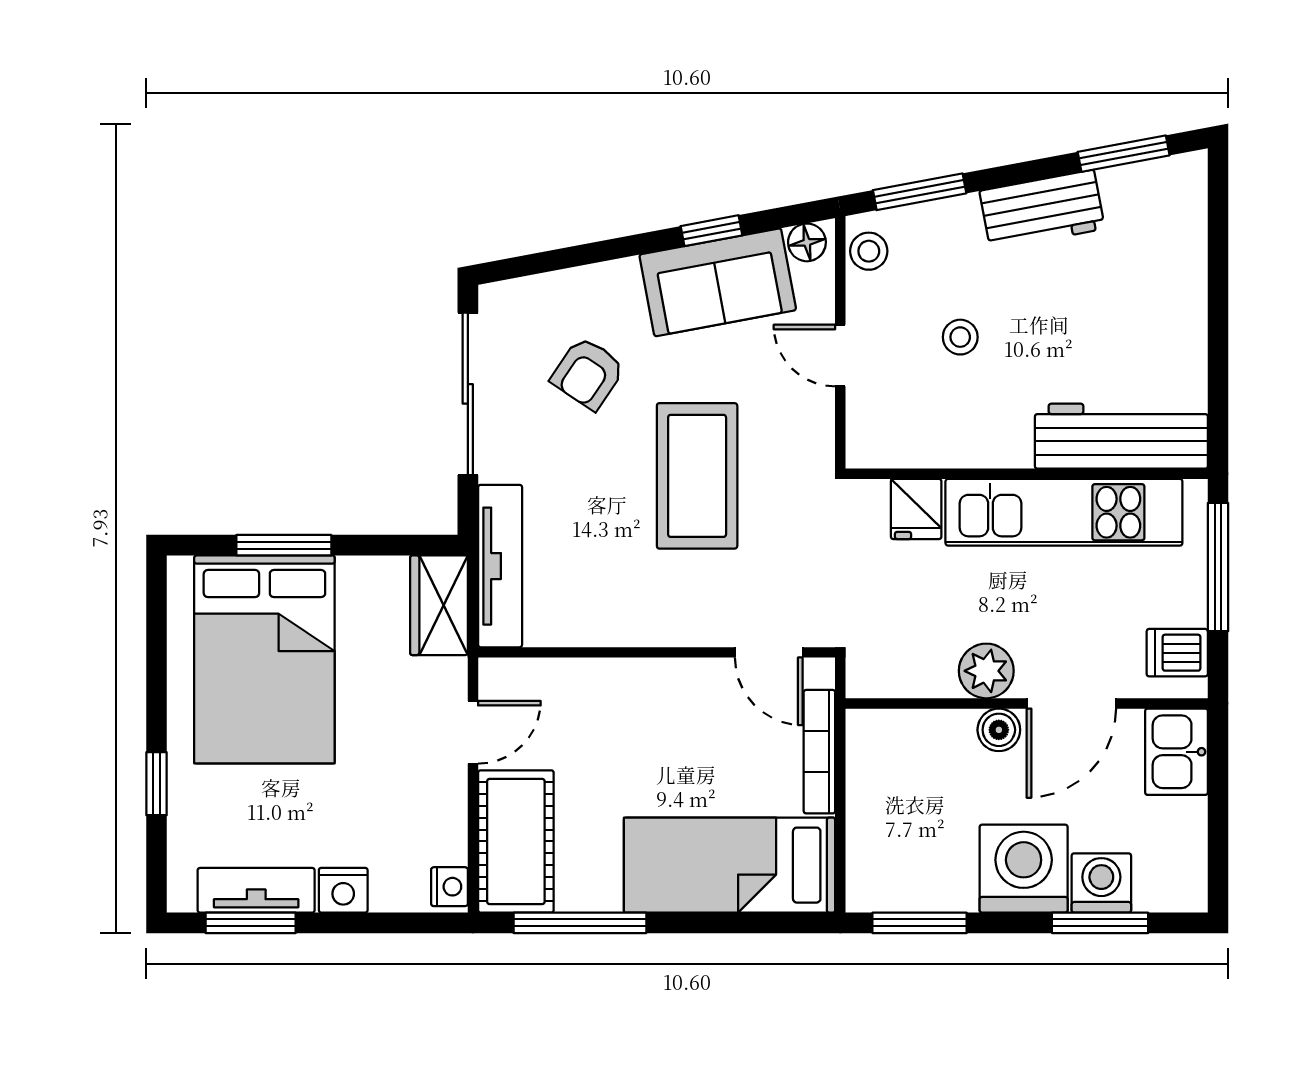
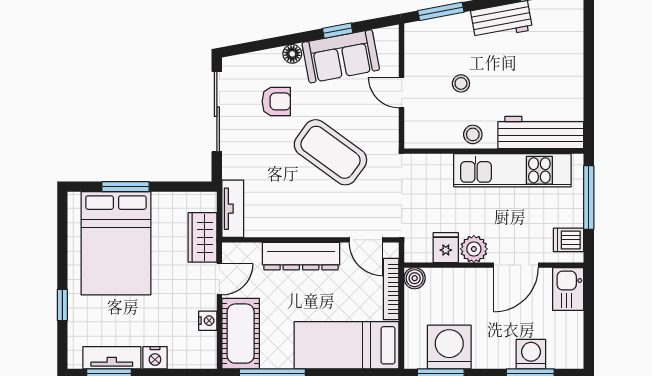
floor lamp: (807, 242) -> (292, 54), moved
stool: (869, 251) -> (473, 134), moved
armchair: (588, 373) -> (276, 101), turned -124
coffee table: (697, 476) -> (330, 152), turned -54
fridge: (916, 509) -> (446, 248), moved, turned 180
tv unit: (500, 566) -> (233, 209), width x0.71
wardrobe: (439, 605) -> (202, 237), moved
dresser: (638, 685) -> (301, 256), added
boiler: (999, 730) -> (415, 278), moved
washing machine: (1024, 869) -> (449, 347), moved
nightstand: (449, 887) -> (208, 321), moved

